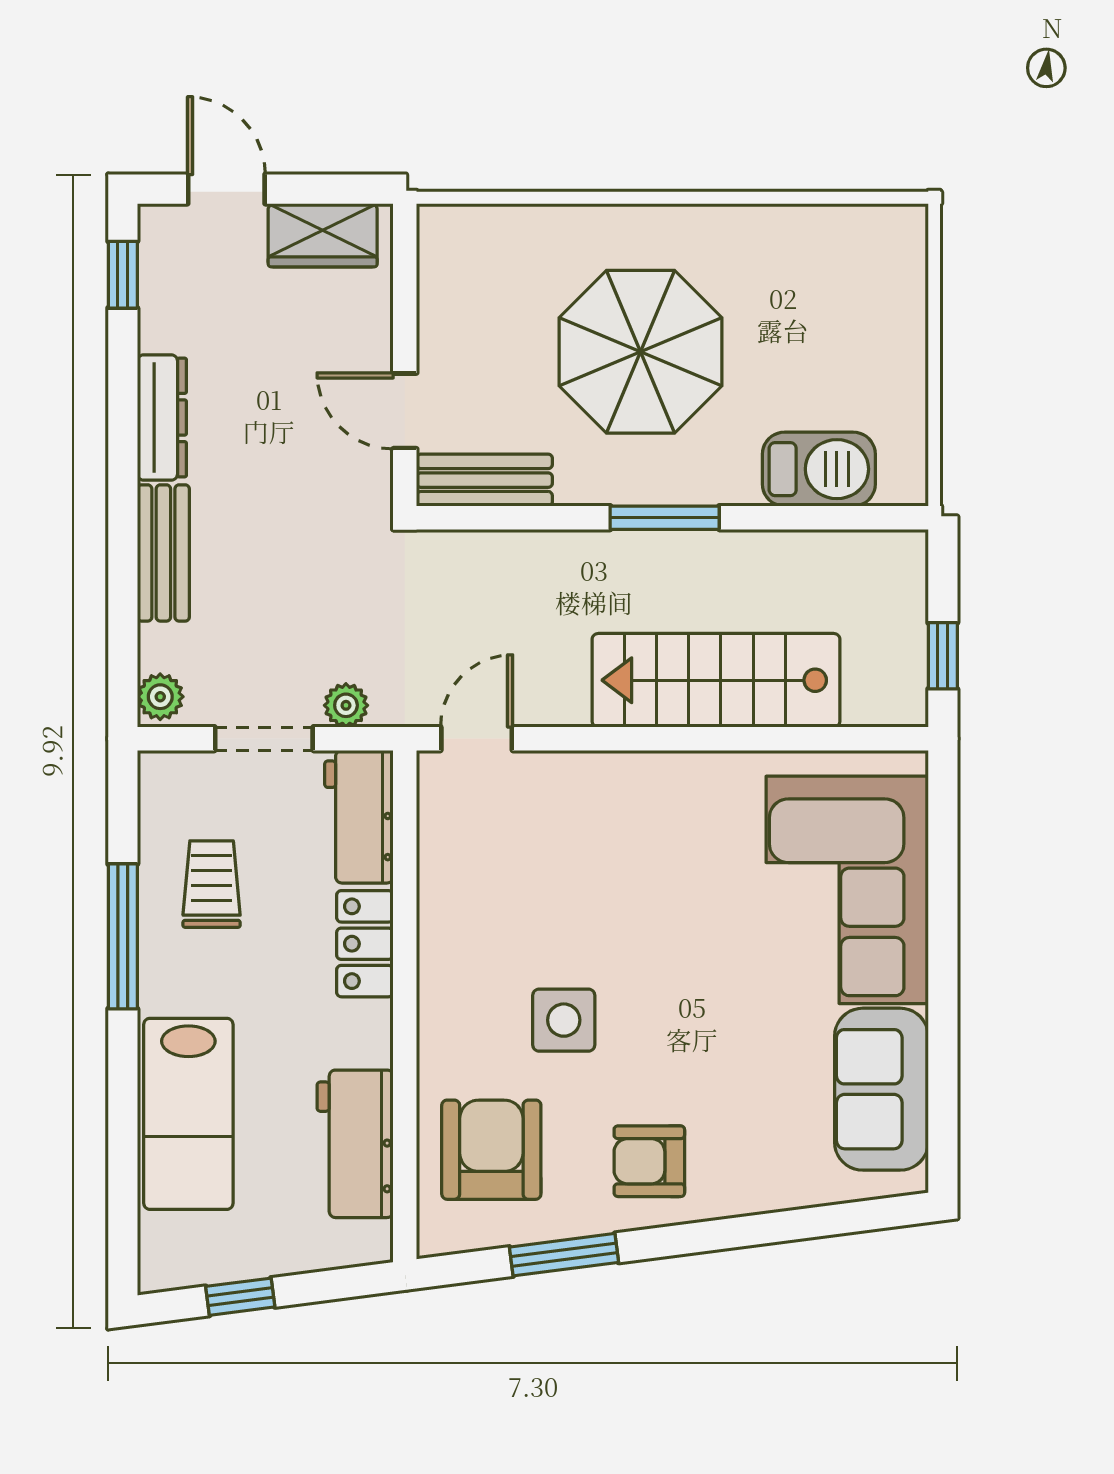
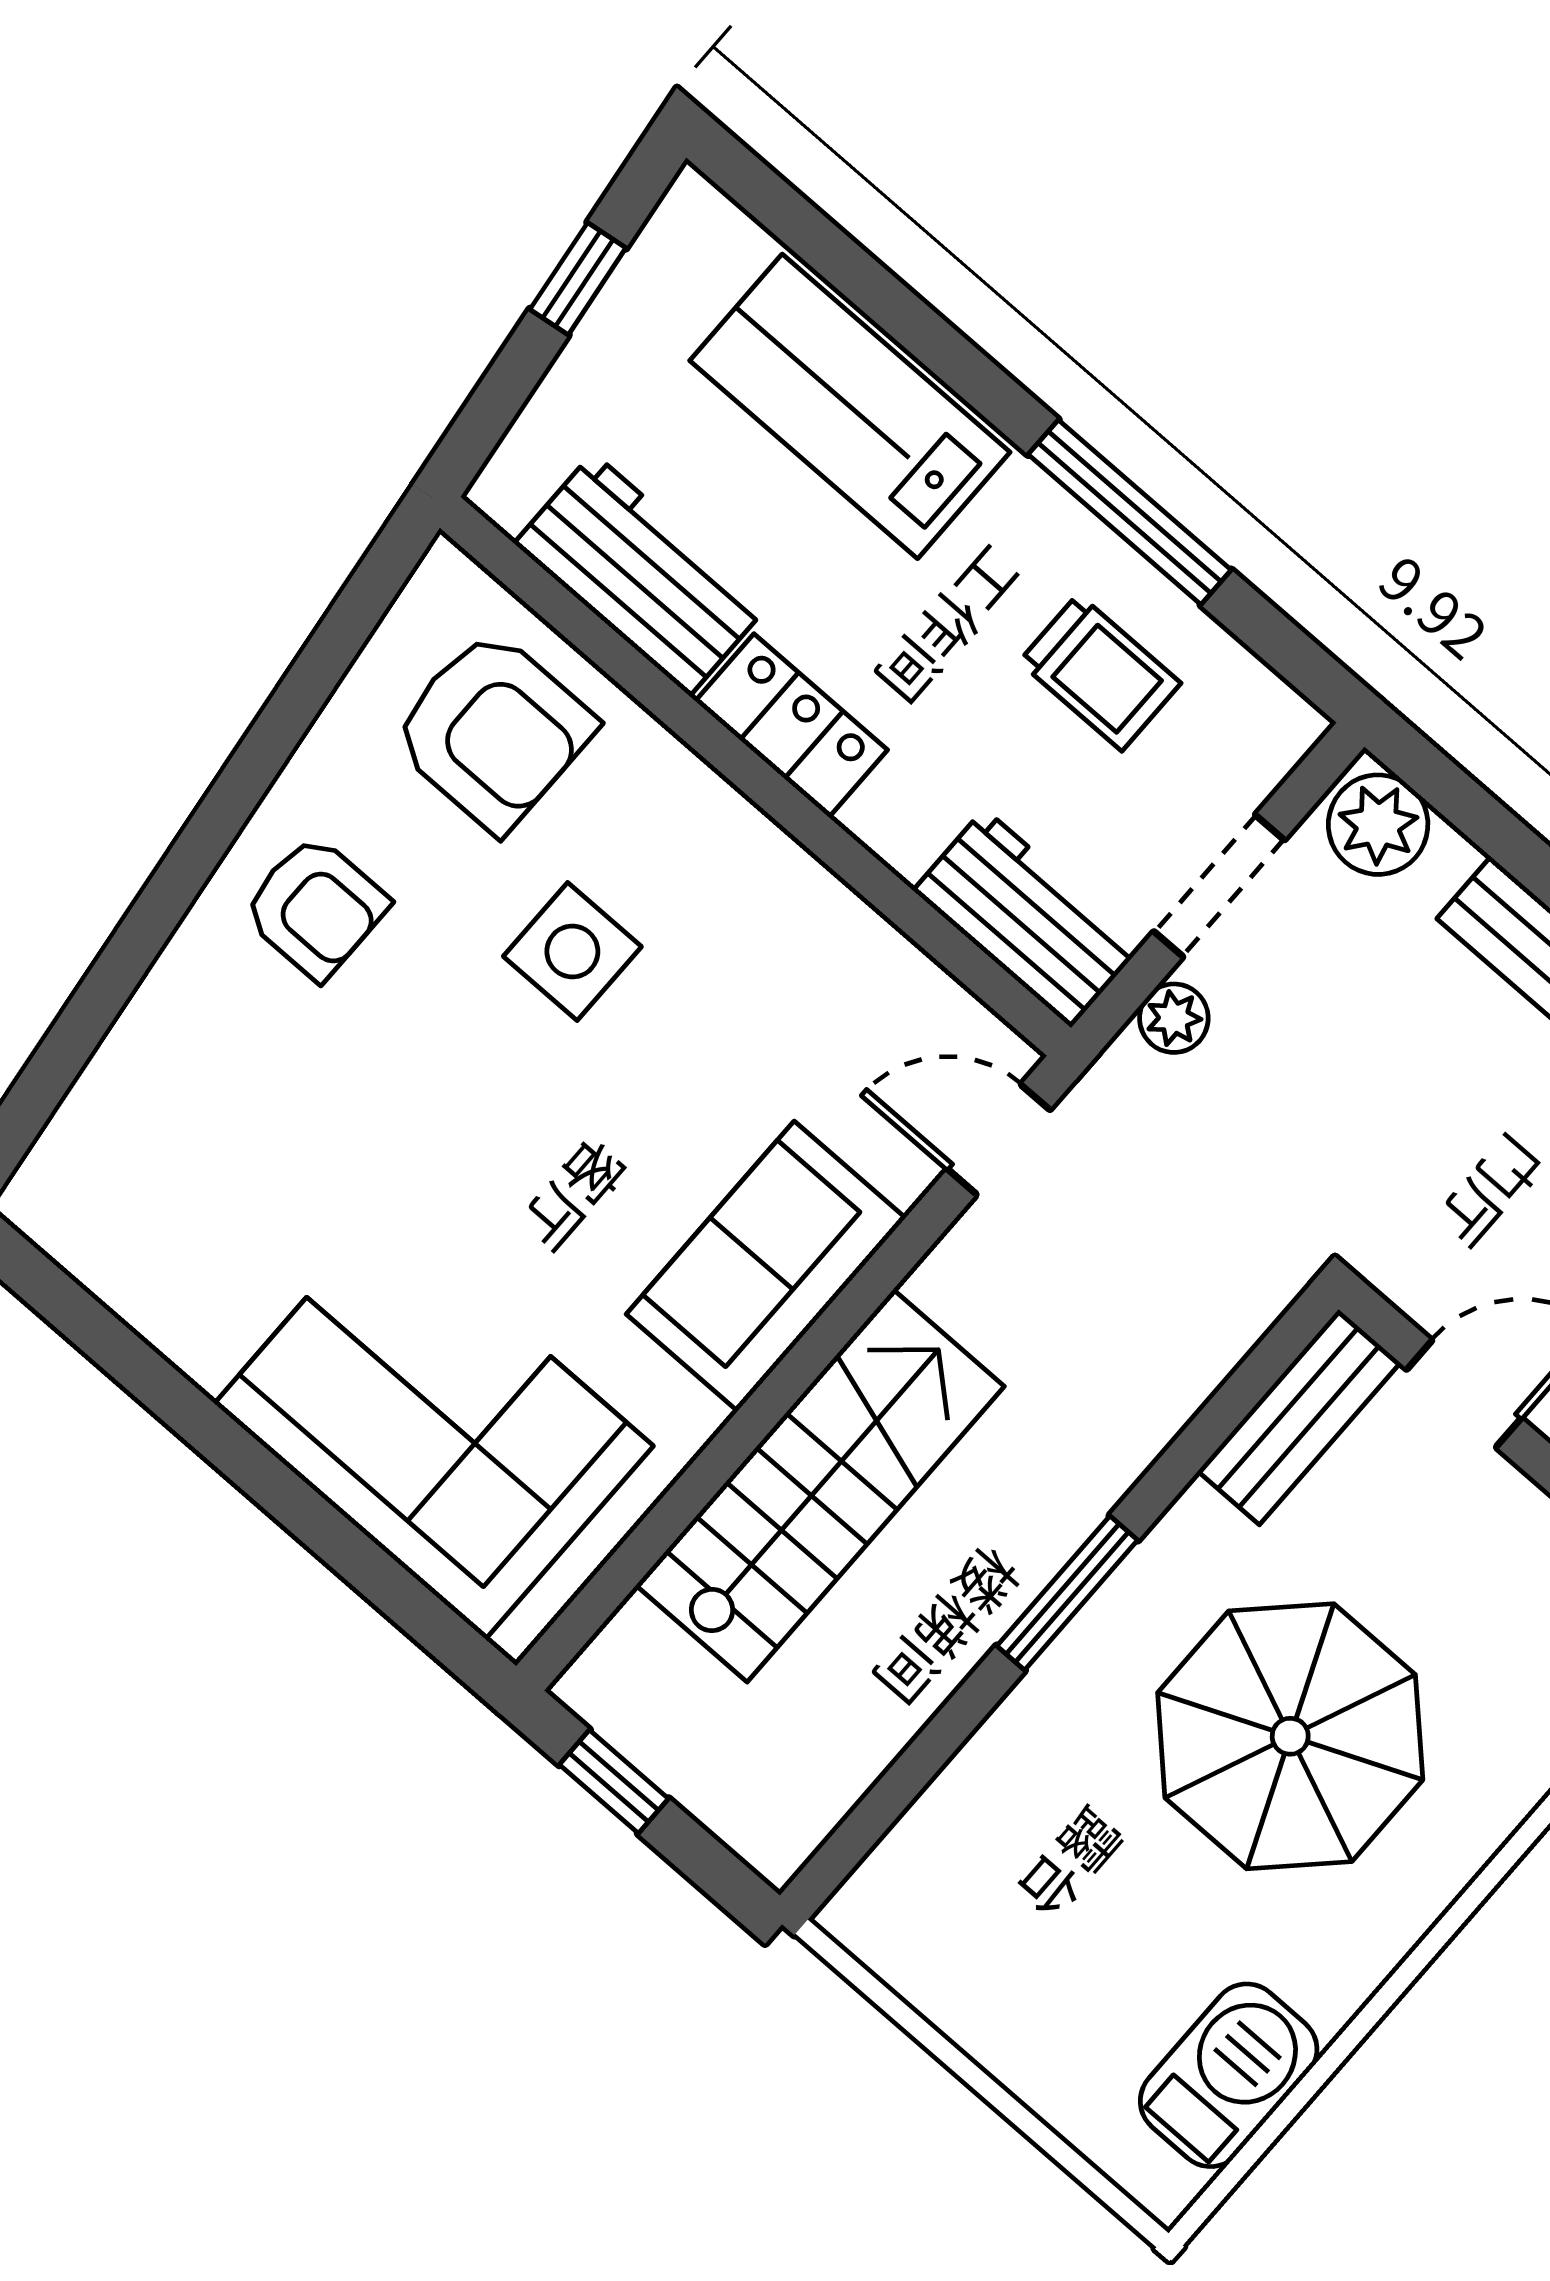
barbecue: (819, 469) -> (1229, 2075), moved, turned 180
plant: (160, 697) -> (1378, 825), width x1.38, depth x1.38
door: (477, 739) -> (999, 1139), swing flipped
locker: (365, 944) -> (791, 725), moved
sofa: (881, 1089) -> (766, 1266), moved, turned -90
armchair: (649, 1161) -> (315, 907), turned 90
window: (564, 1255) -> (292, 708), removed

